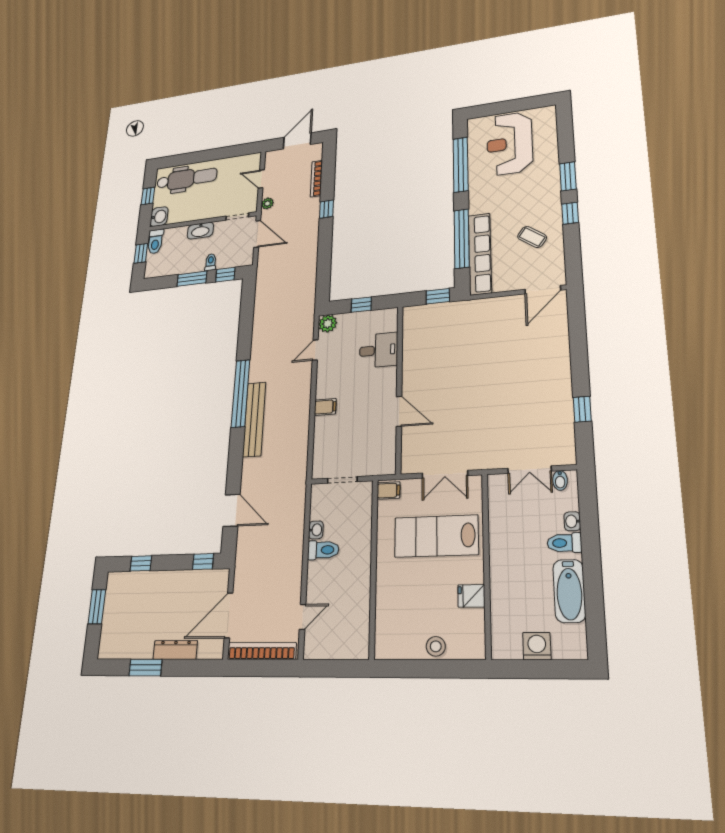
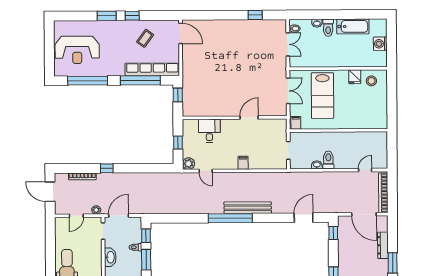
door: (303, 617) -> (365, 170), hinge flipped
stool: (436, 646) -> (371, 81), moved

